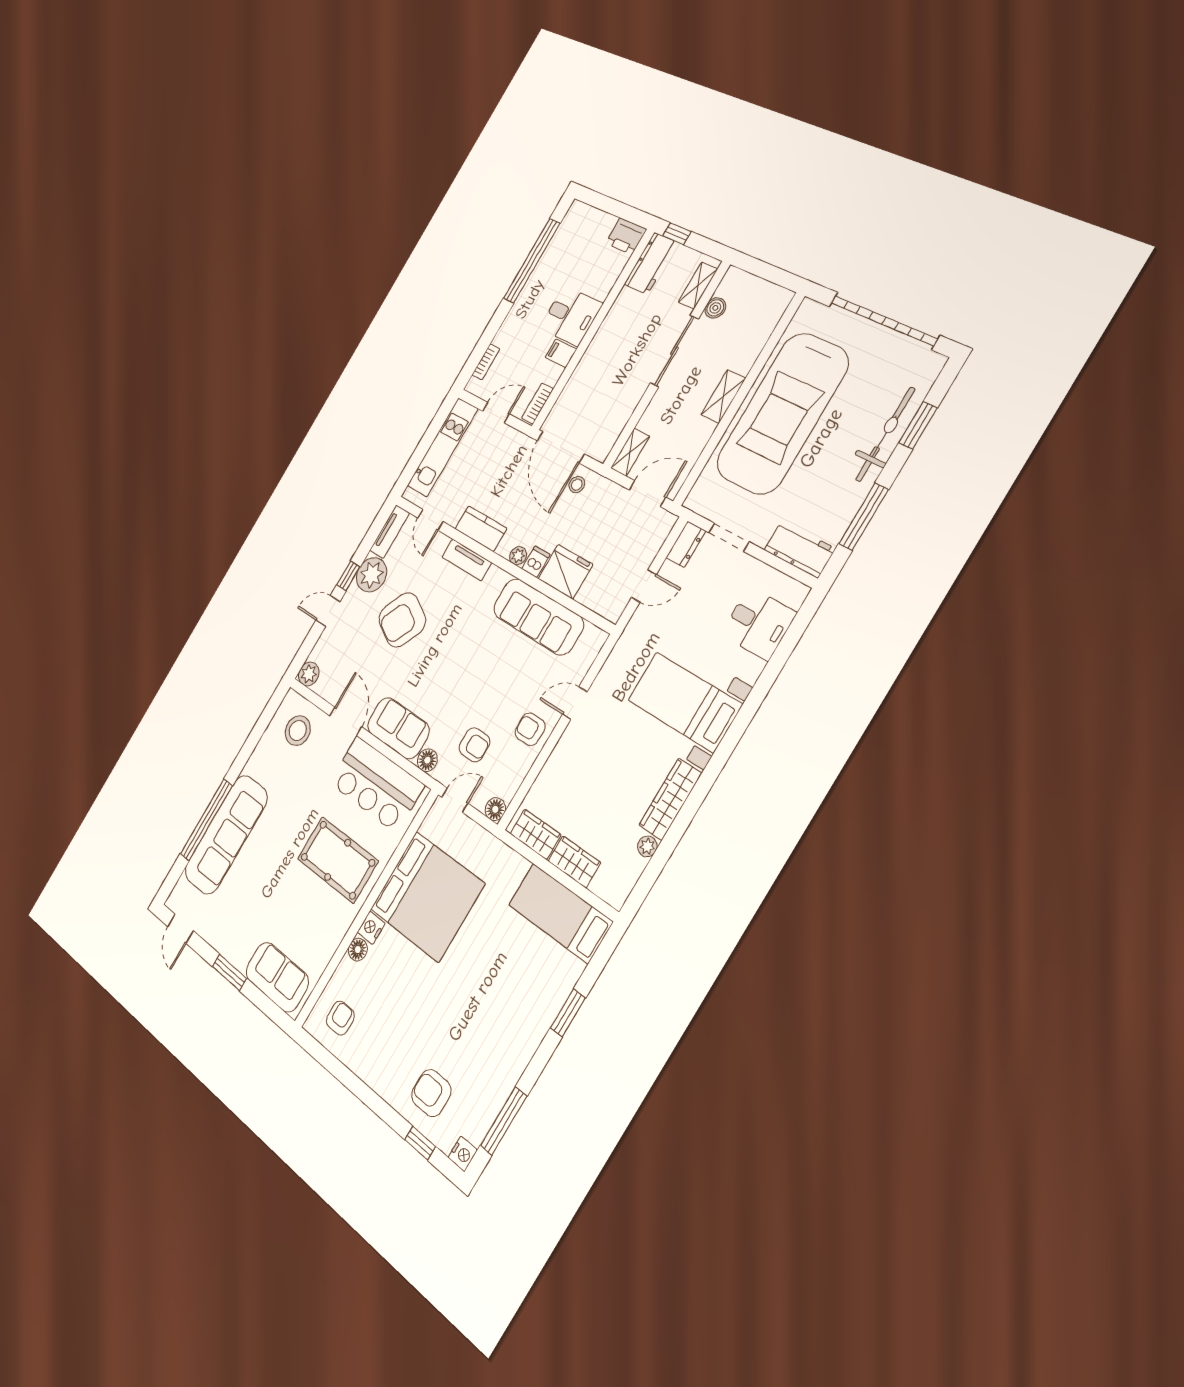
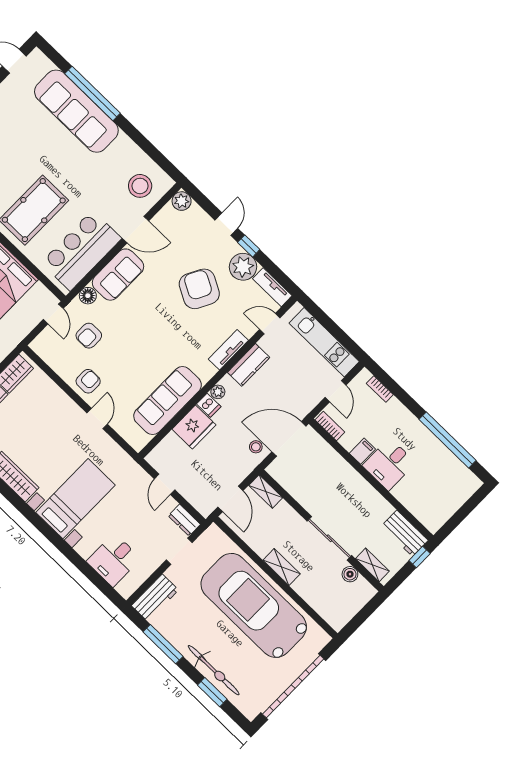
printer: (626, 236) -> (435, 518), removed
floor lamp: (495, 809) -> (39, 345), removed

